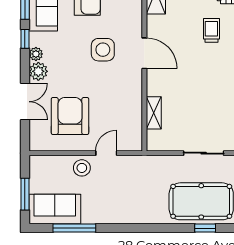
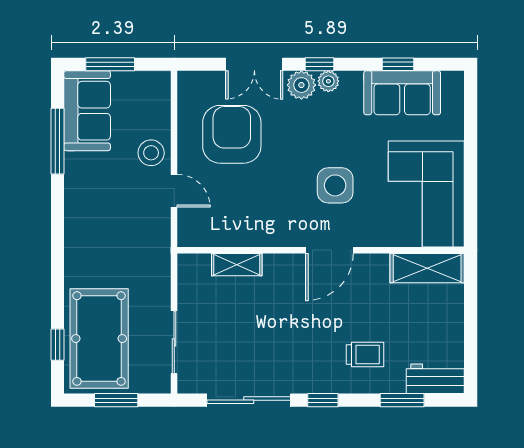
window: (25, 39) -> (319, 64), moved
armchair: (70, 116) -> (232, 134), turned -90

